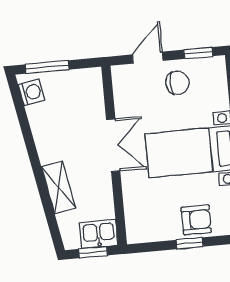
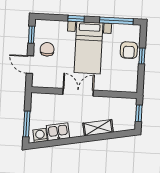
armchair: (196, 220) -> (129, 50), turned 180
kitchen sink: (99, 234) -> (58, 132), moved, turned 79

